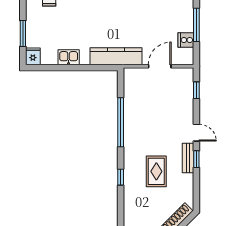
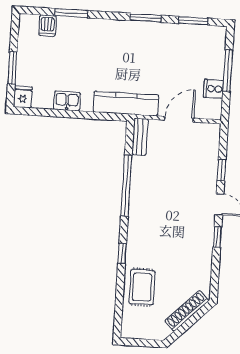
window: (196, 90) -> (221, 170), moved
bench: (188, 158) -> (140, 137), moved
rug: (156, 171) -> (142, 287), moved

